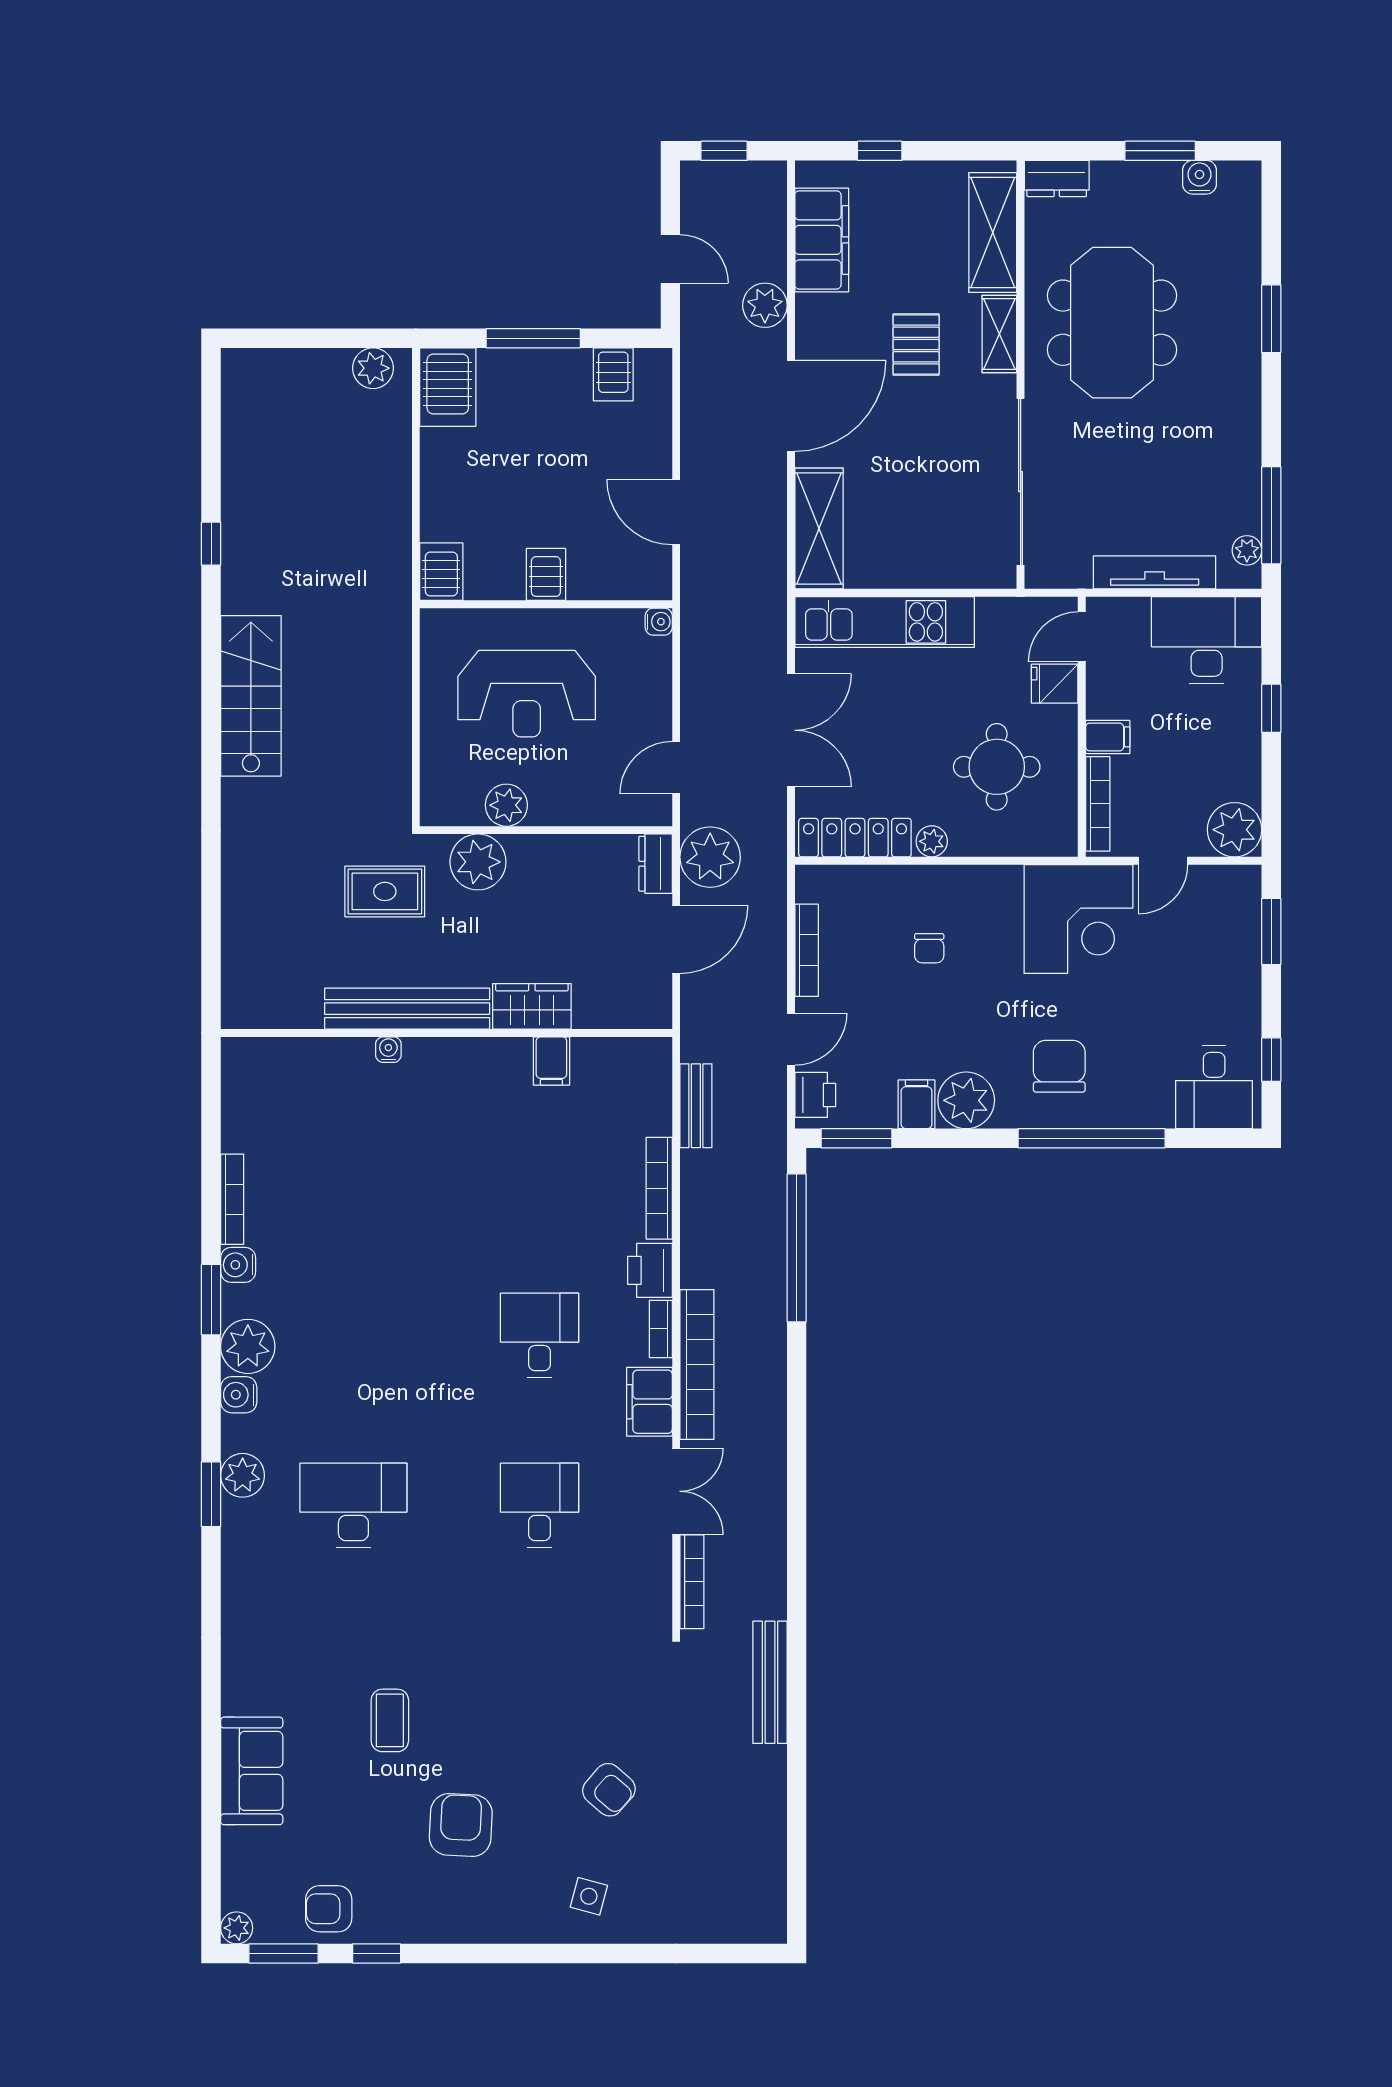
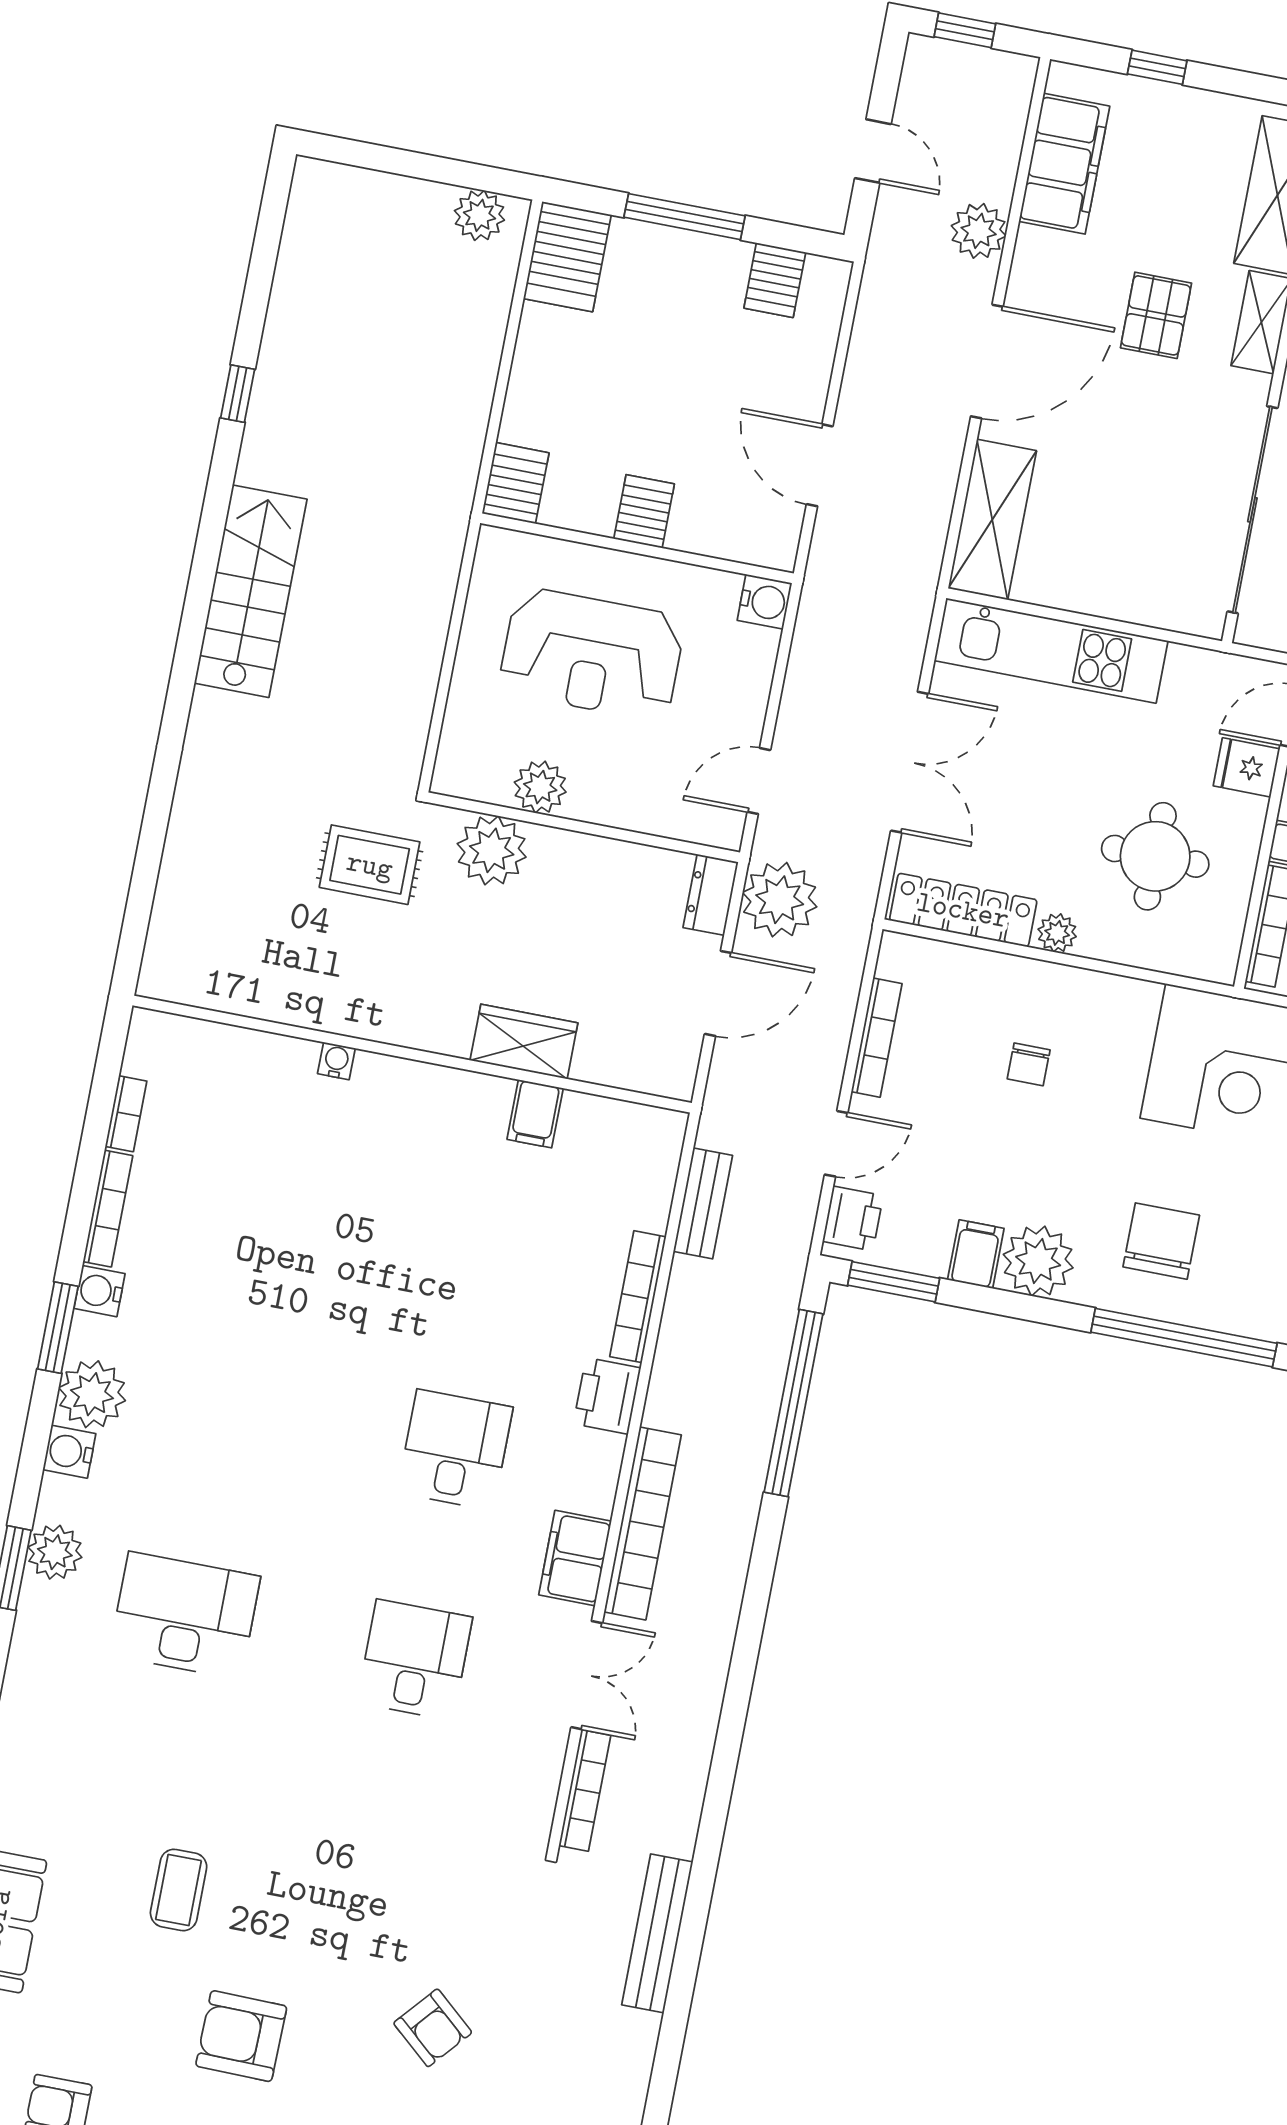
water cooler: (659, 622) -> (765, 602), width x1.38, depth x1.38
bench: (407, 1009) -> (369, 1015), removed
bookcase: (661, 1329) -> (126, 1114), moved, turned 180
armchair: (461, 1825) -> (241, 2036), turned -92

